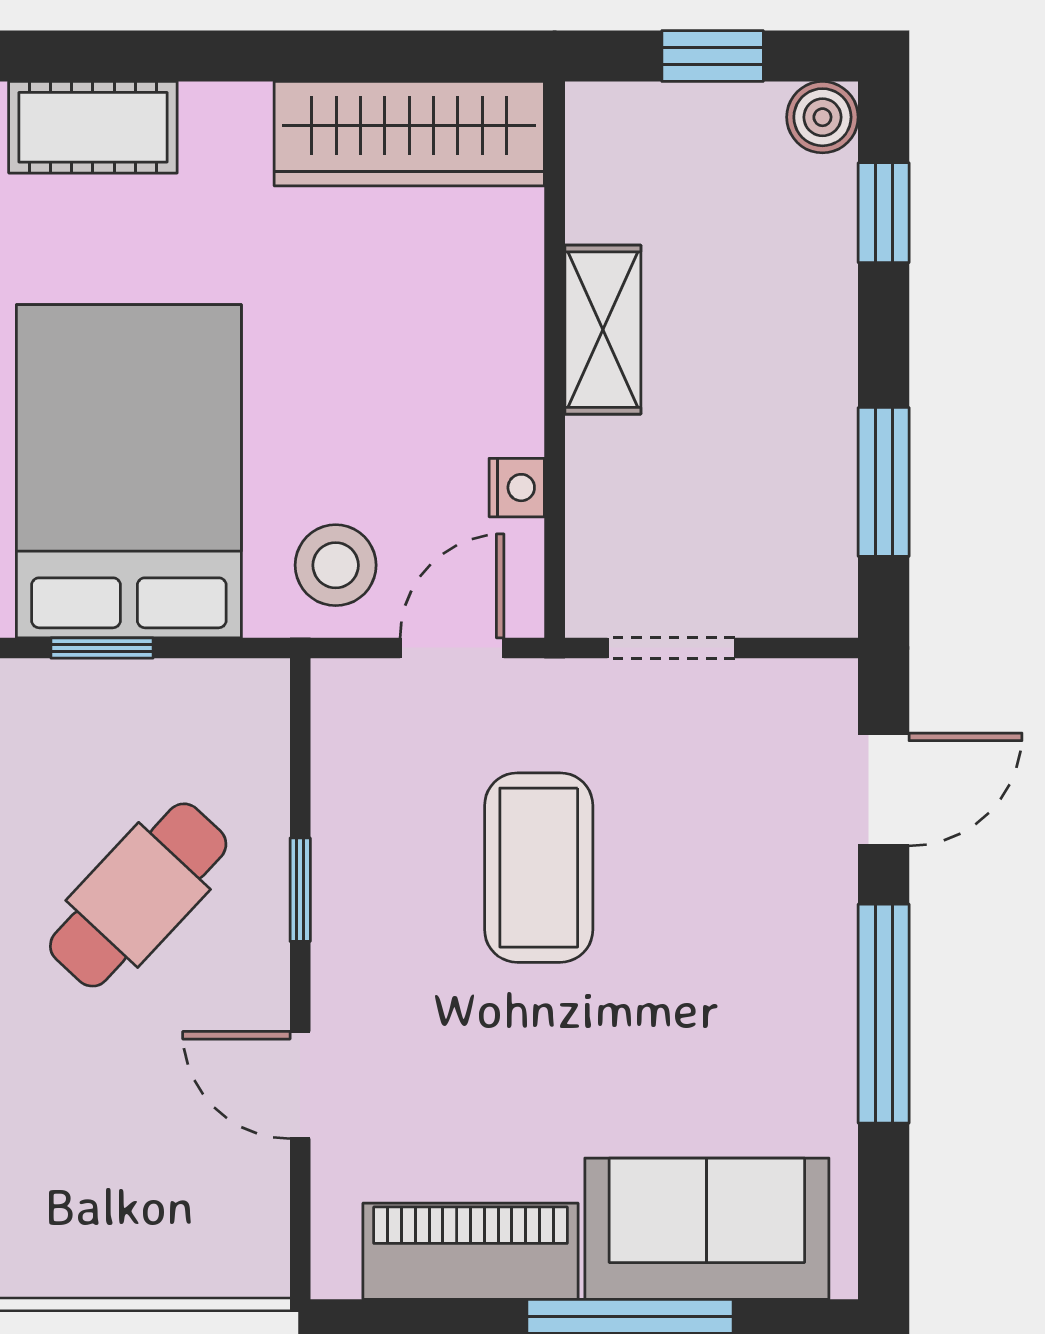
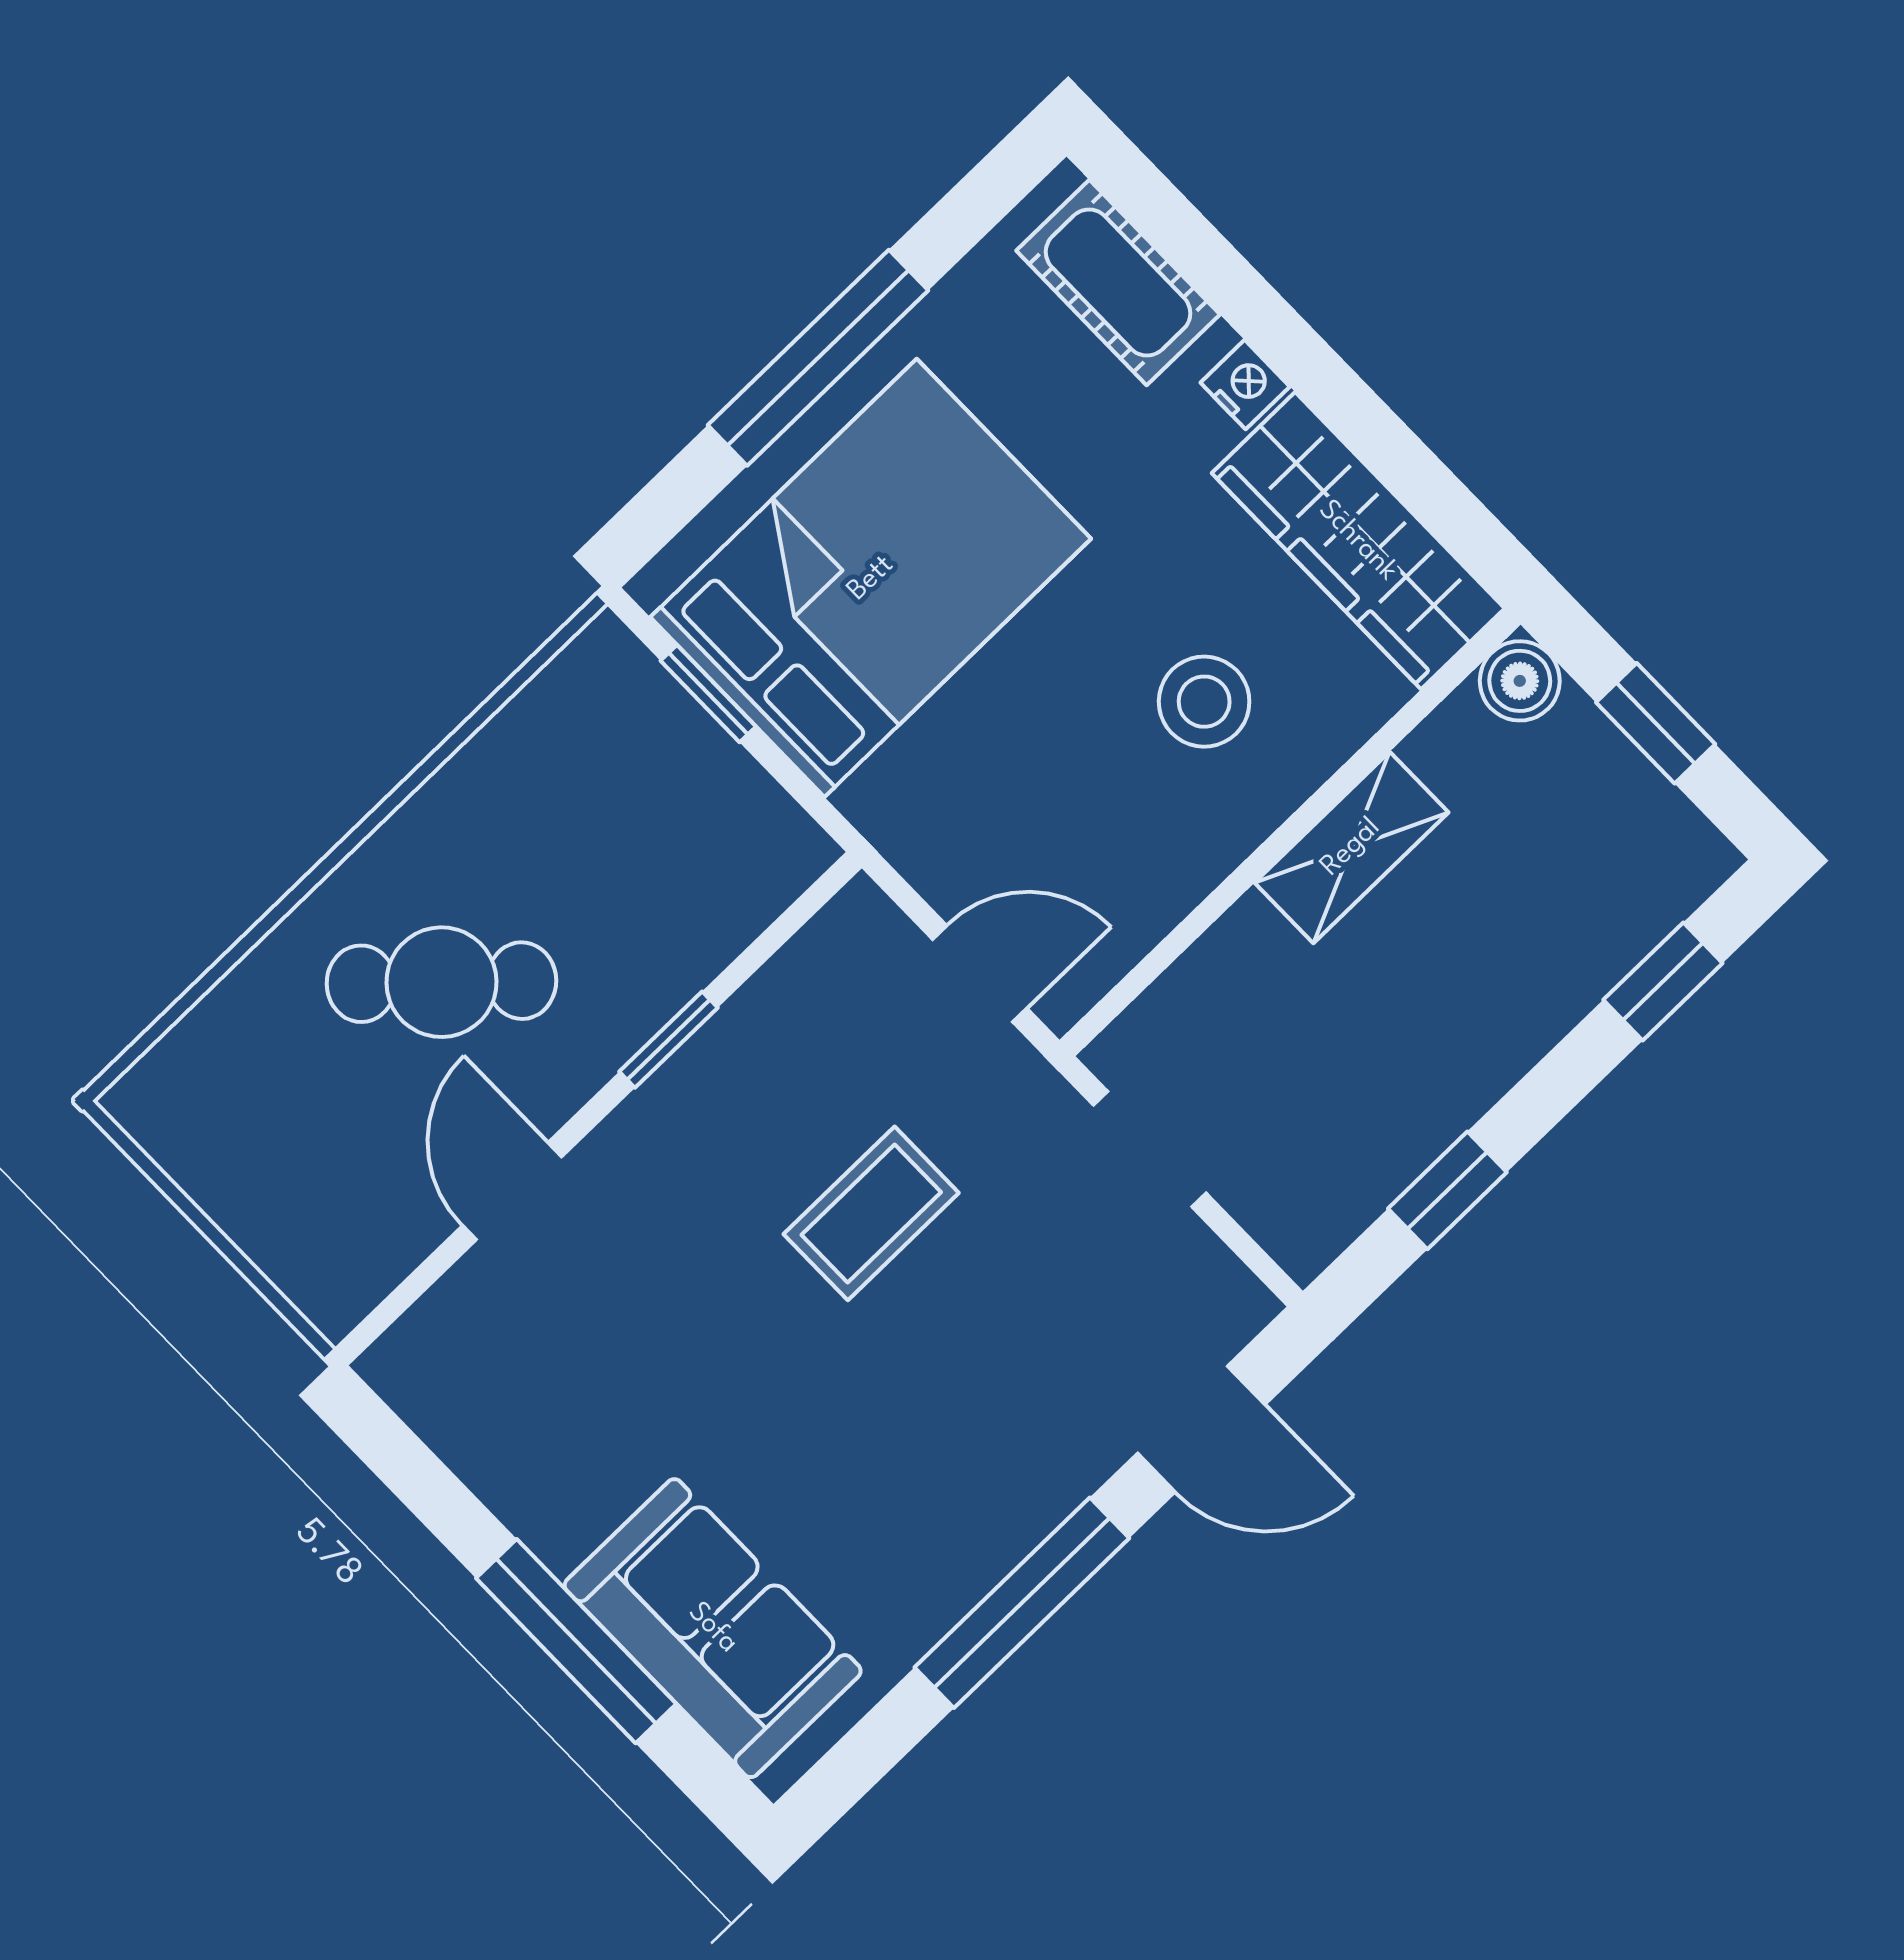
boiler: (822, 117) -> (1520, 681), moved
window: (884, 482) -> (1447, 1190), width x0.67
nightstand: (517, 488) -> (1245, 385), moved, turned -90
stool: (336, 565) -> (1204, 702), moved
coffee table: (539, 868) -> (871, 1213), width x0.73, depth x0.77
cafe table: (138, 895) -> (441, 982), moved
piano: (471, 1251) -> (511, 1456), removed

